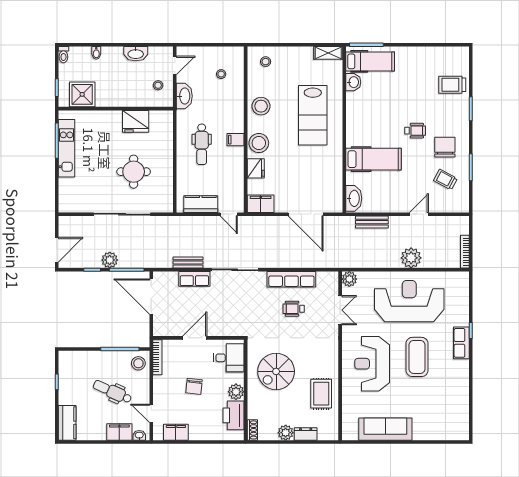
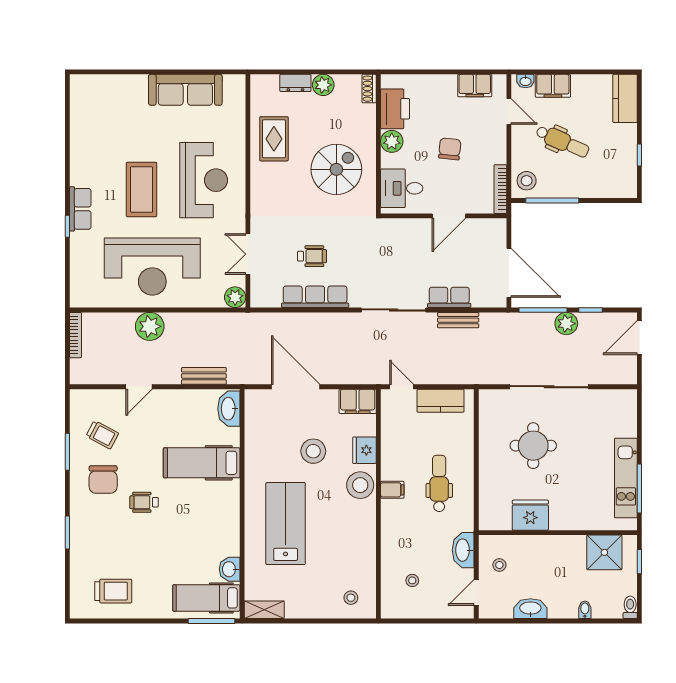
trolley: (452, 85) -> (113, 591), moved
stool: (261, 106) -> (313, 451), moved

